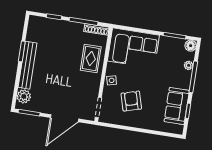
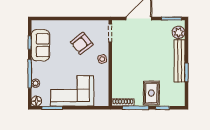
corner sofa: (133, 48) -> (72, 91), moved
rug: (91, 59) -> (151, 93), moved
armchair: (131, 101) -> (82, 43), turned 68

